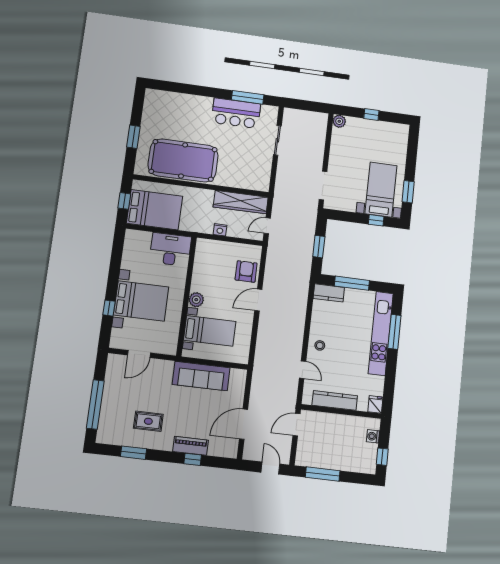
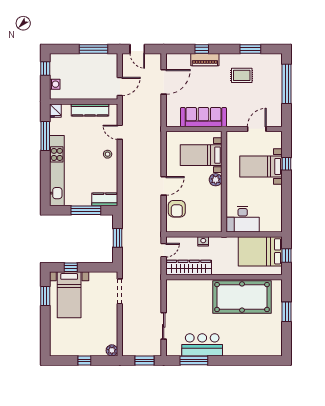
window: (304, 105) -> (144, 361), added
bed with nightstands: (141, 301) -> (261, 166), width x0.73
window: (394, 332) -> (45, 136), moved

